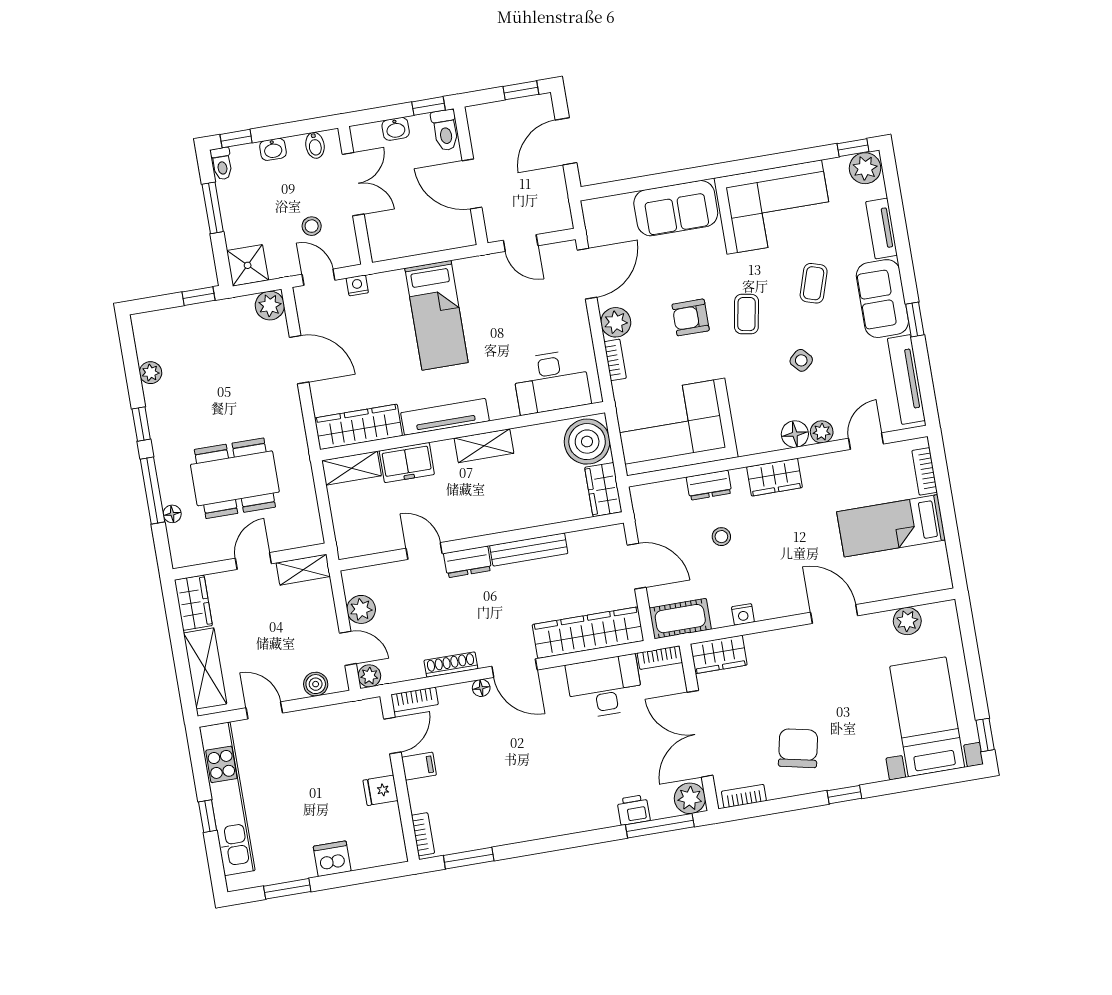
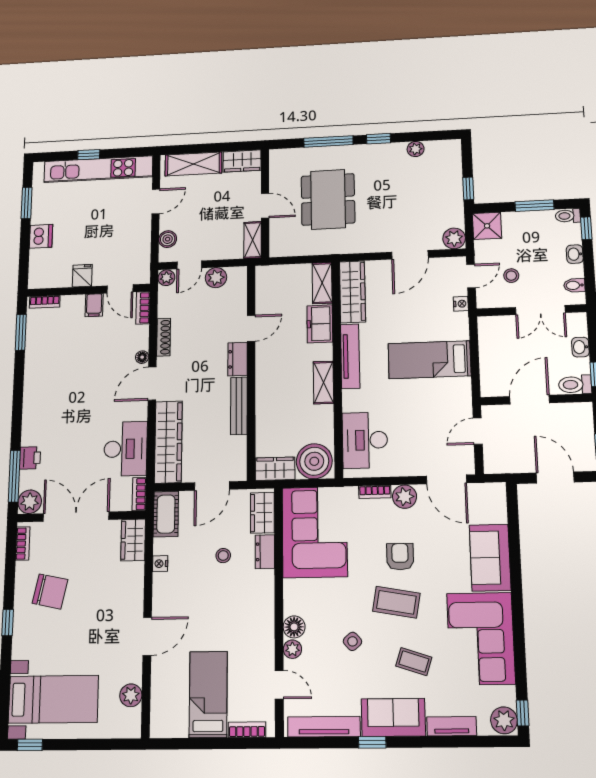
coffee table: (746, 314) -> (396, 602), width x1.36, depth x1.30
wardrobe: (774, 477) -> (262, 513), moved
floor lamp: (172, 514) -> (309, 153), removed

